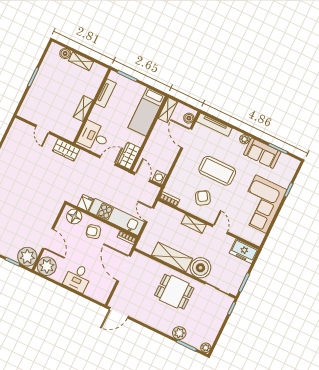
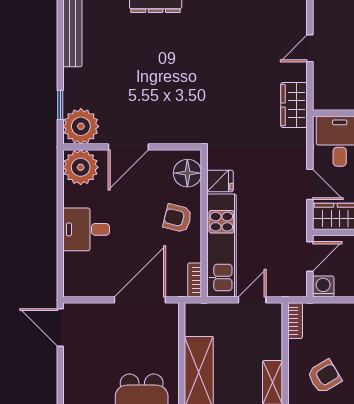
armchair: (93, 232) -> (178, 218), turned -63

